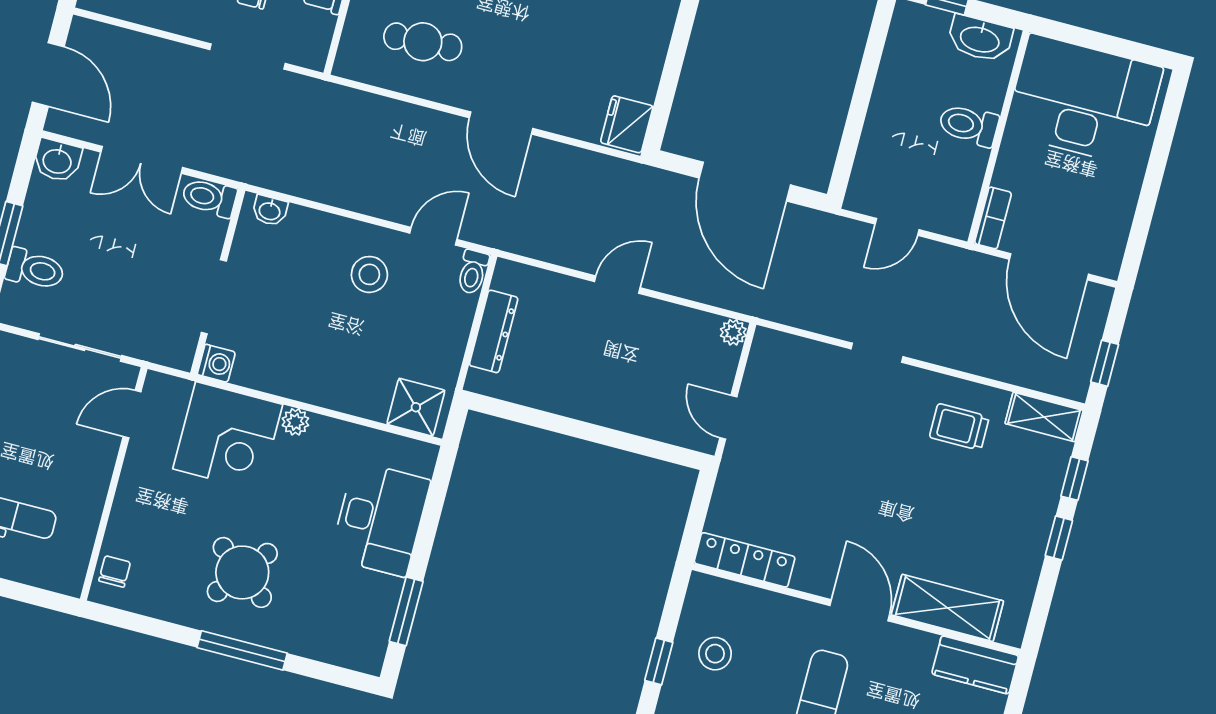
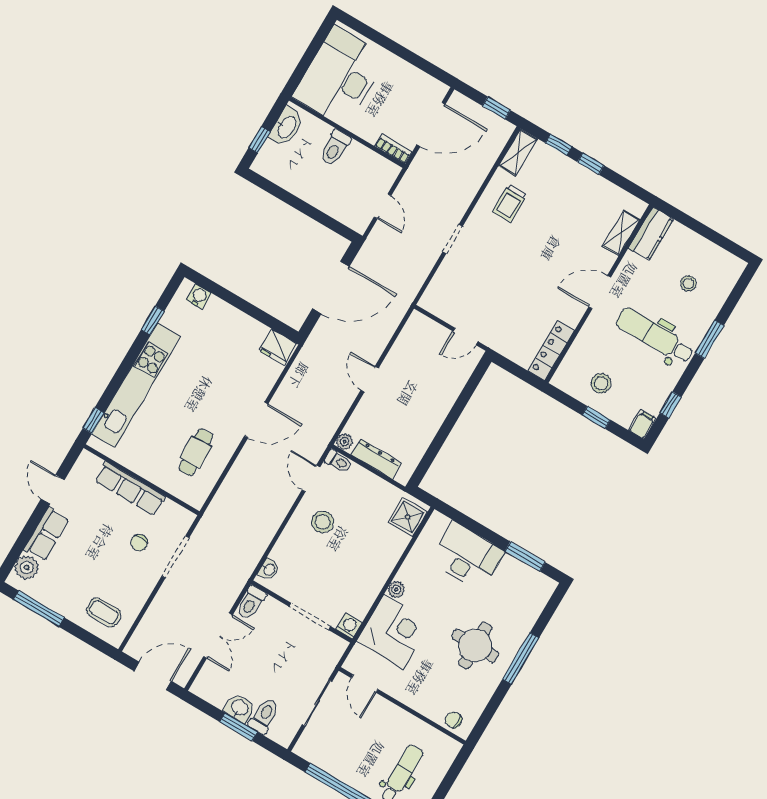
washbasin: (57, 160) -> (239, 708), moved, turned -90
plant: (733, 332) -> (345, 442), moved
round table: (242, 572) -> (475, 646), turned -38
shelving: (947, 608) -> (621, 233), width x0.67, depth x0.75

